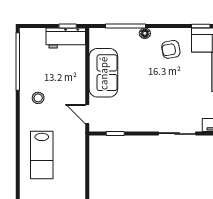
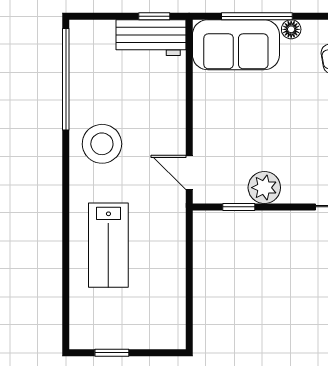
sofa: (103, 73) -> (236, 45), moved, turned 90
stool: (38, 98) -> (102, 144), width x1.89, depth x1.89
plant: (130, 123) -> (264, 188), added

